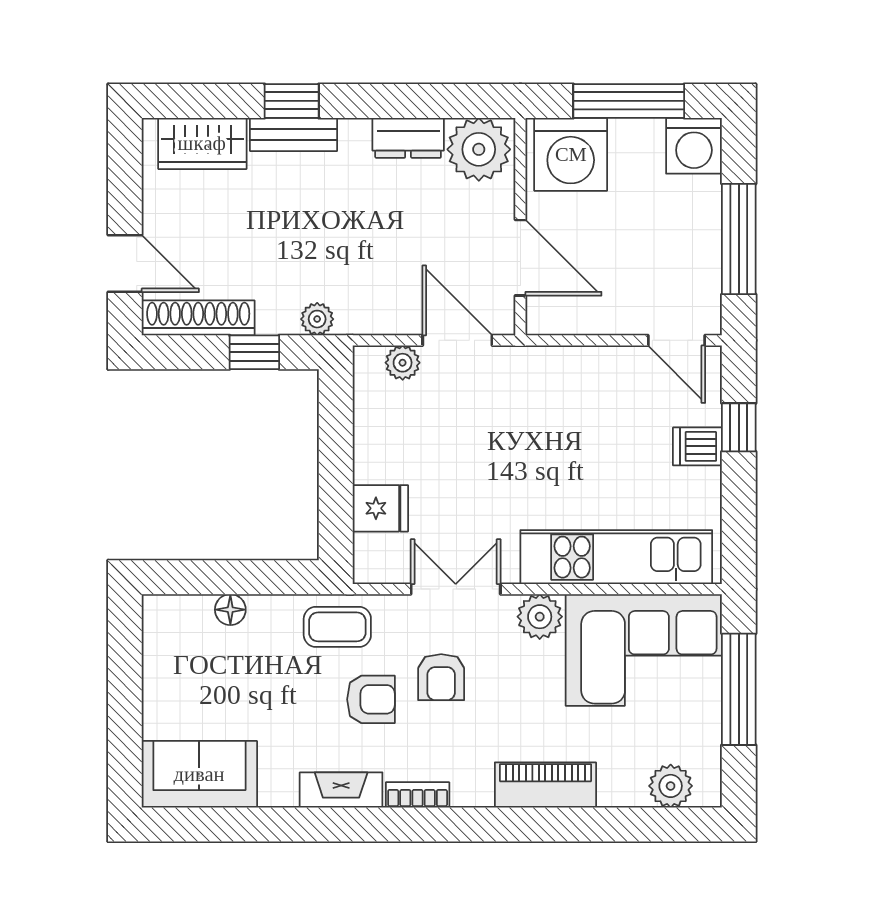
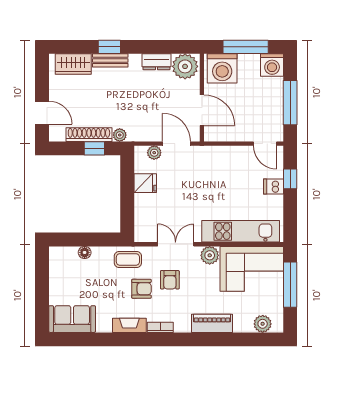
shoe rack: (198, 318) -> (89, 135), moved
fridge: (380, 508) -> (145, 183), moved

